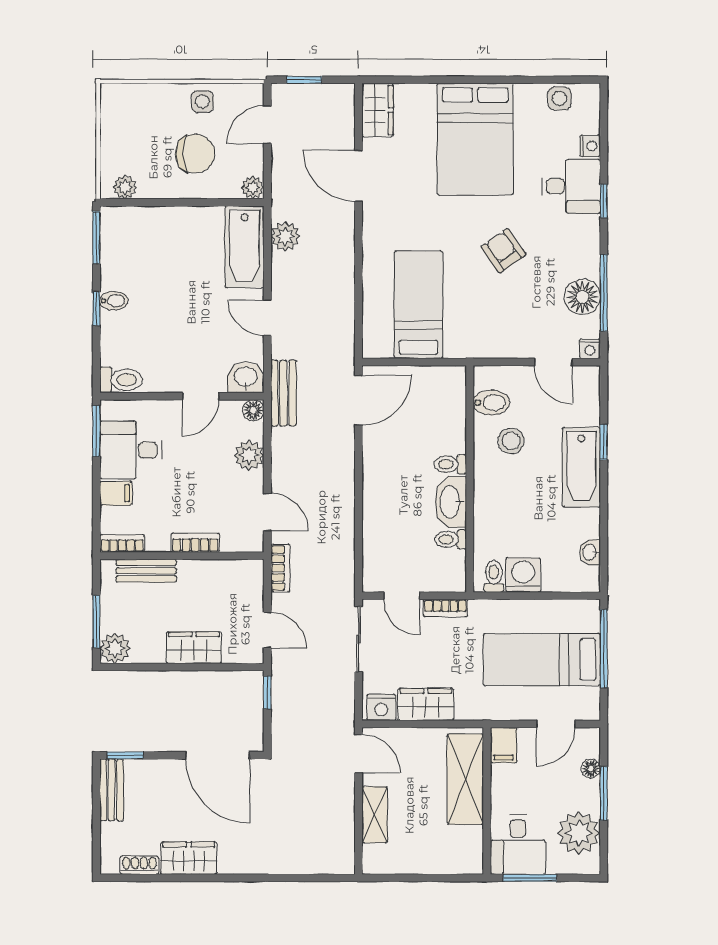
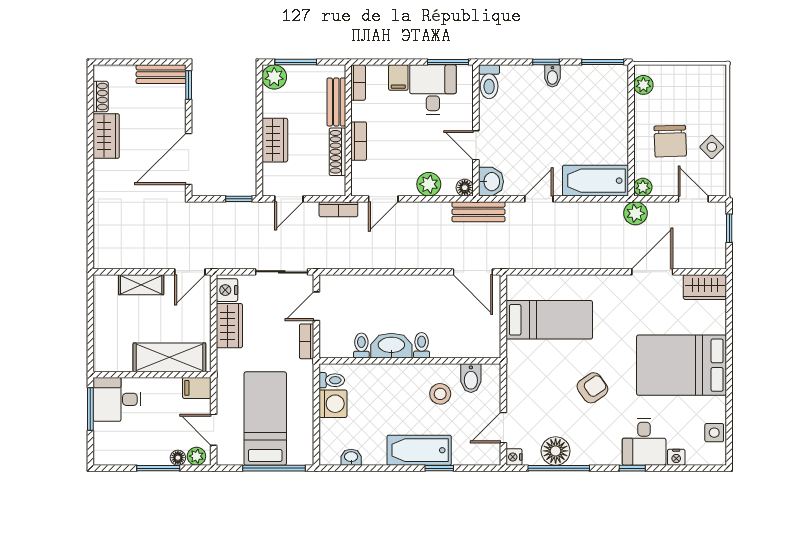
side table: (202, 102) -> (712, 147), turned 45
plant: (285, 236) -> (635, 213), moved
shoe rack: (208, 569) -> (337, 152), added
plant: (579, 833) -> (196, 456), moved, width x0.53, depth x0.53

